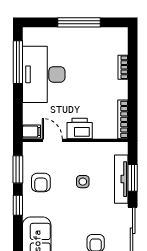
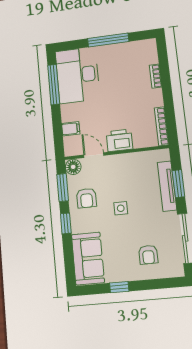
desk: (44, 74) -> (78, 75), moved
filing cabinet: (31, 131) -> (71, 129), moved
floor lamp: (30, 150) -> (73, 167), added
side table: (83, 182) -> (121, 208), moved

